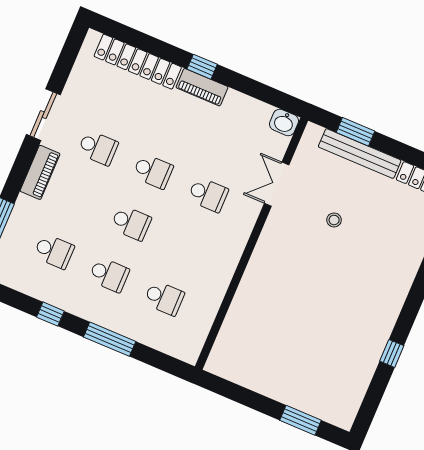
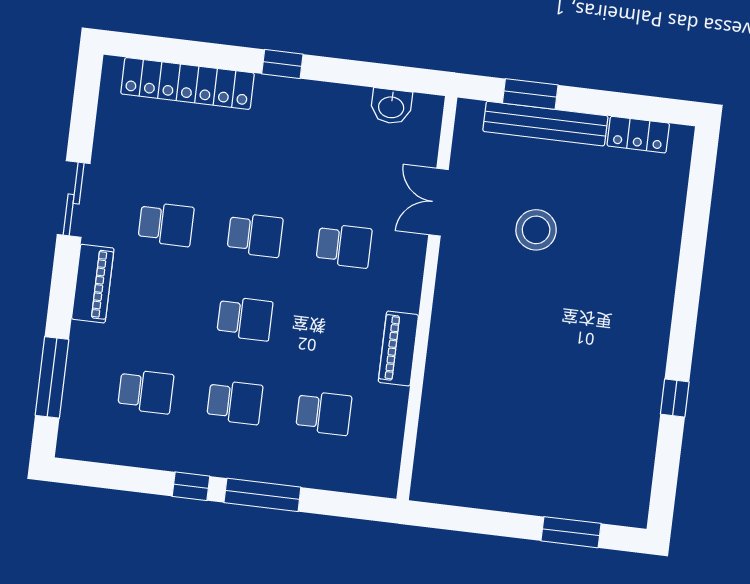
piano: (202, 87) -> (398, 348), moved, turned 90
washbasin: (284, 122) -> (391, 106), moved
stool: (334, 220) -> (536, 230), width x1.89, depth x1.89
window: (50, 314) -> (191, 486), moved

